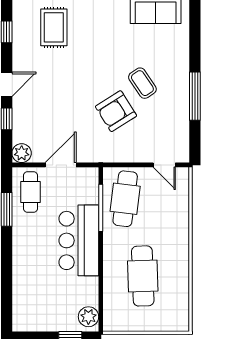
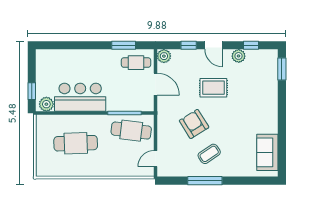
rug: (54, 27) -> (213, 88), moved
plant: (21, 49) -> (239, 56), added
coffee table: (142, 83) -> (209, 154), moved
bar counter: (79, 240) -> (80, 97), moved

